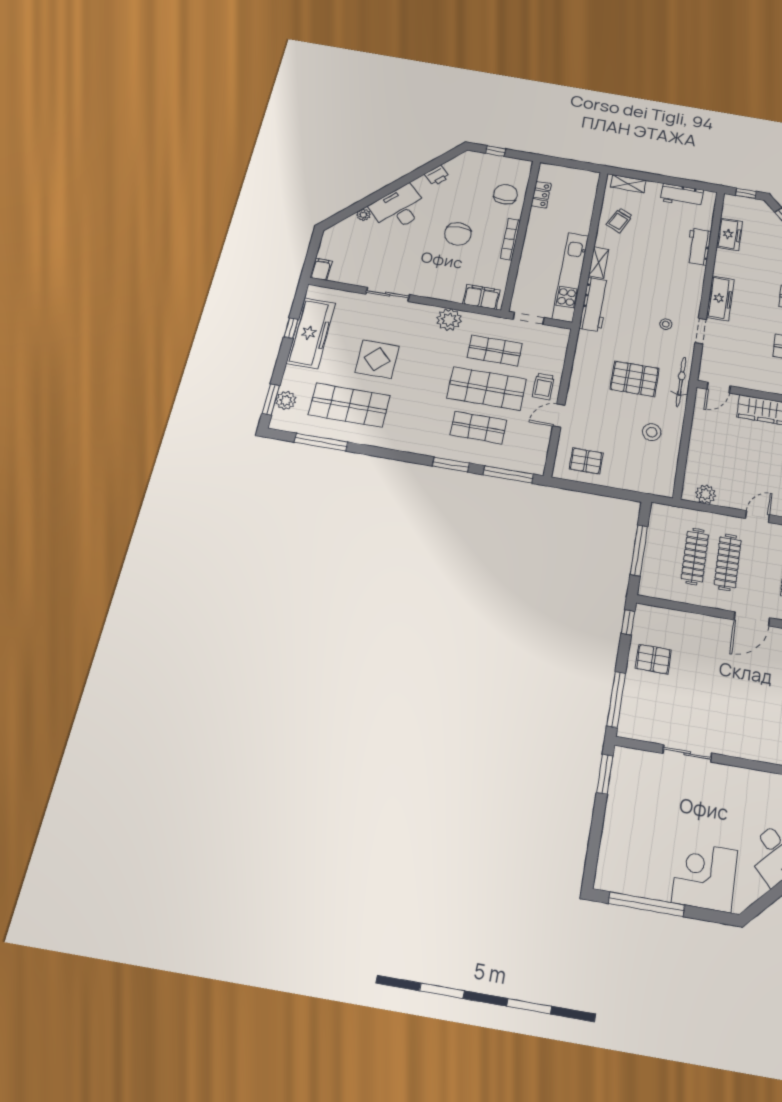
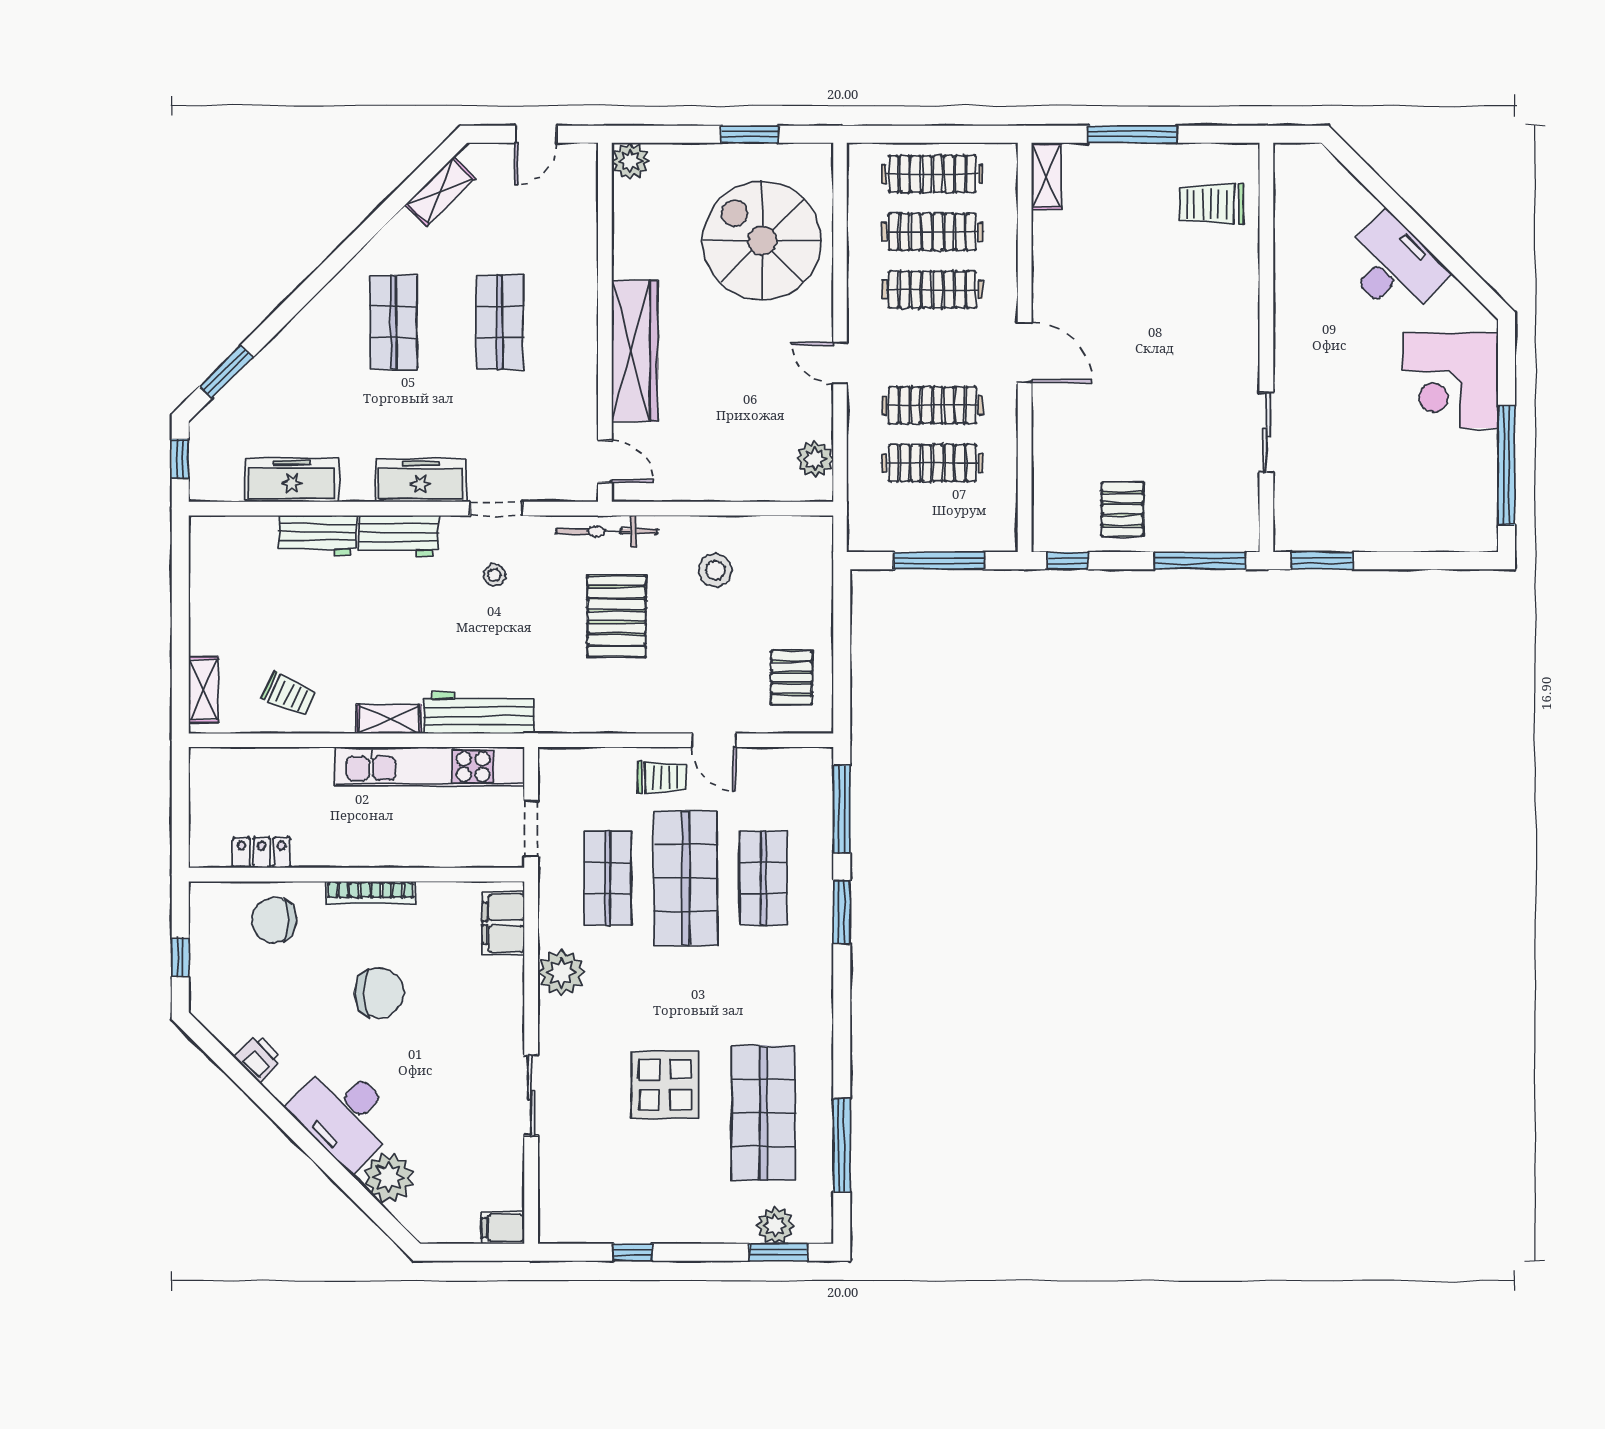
workbench: (682, 195) -> (399, 536), moved, turned 90
plant: (363, 215) -> (389, 1177), width x1.87, depth x1.87
freezer: (729, 234) -> (292, 480), width x1.40
freezer: (311, 333) -> (636, 1214), removed

